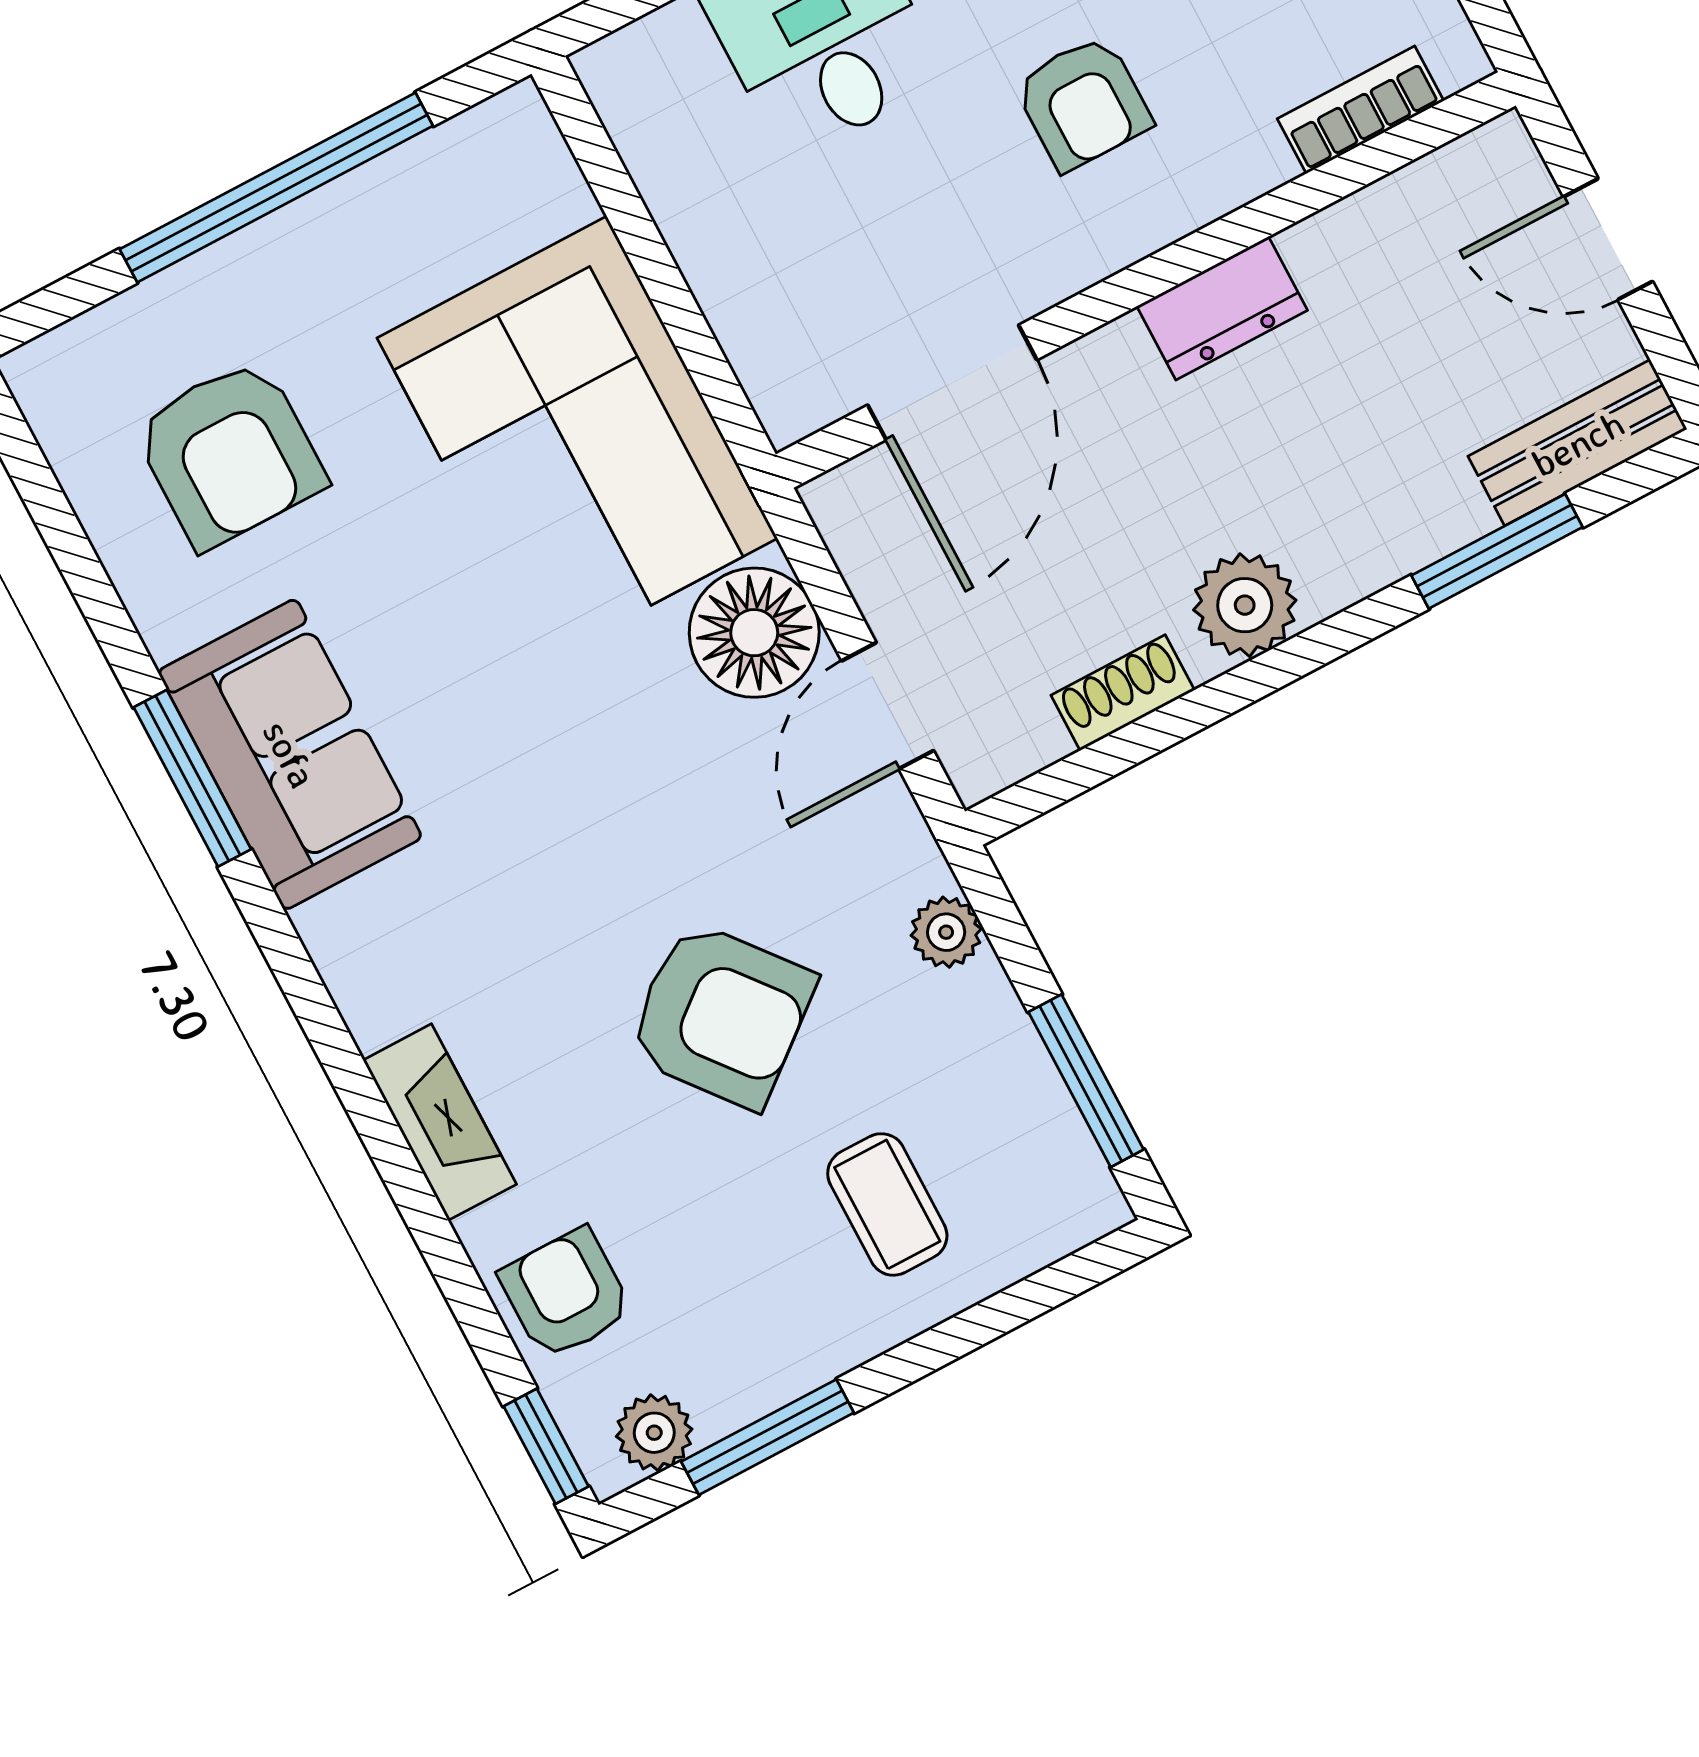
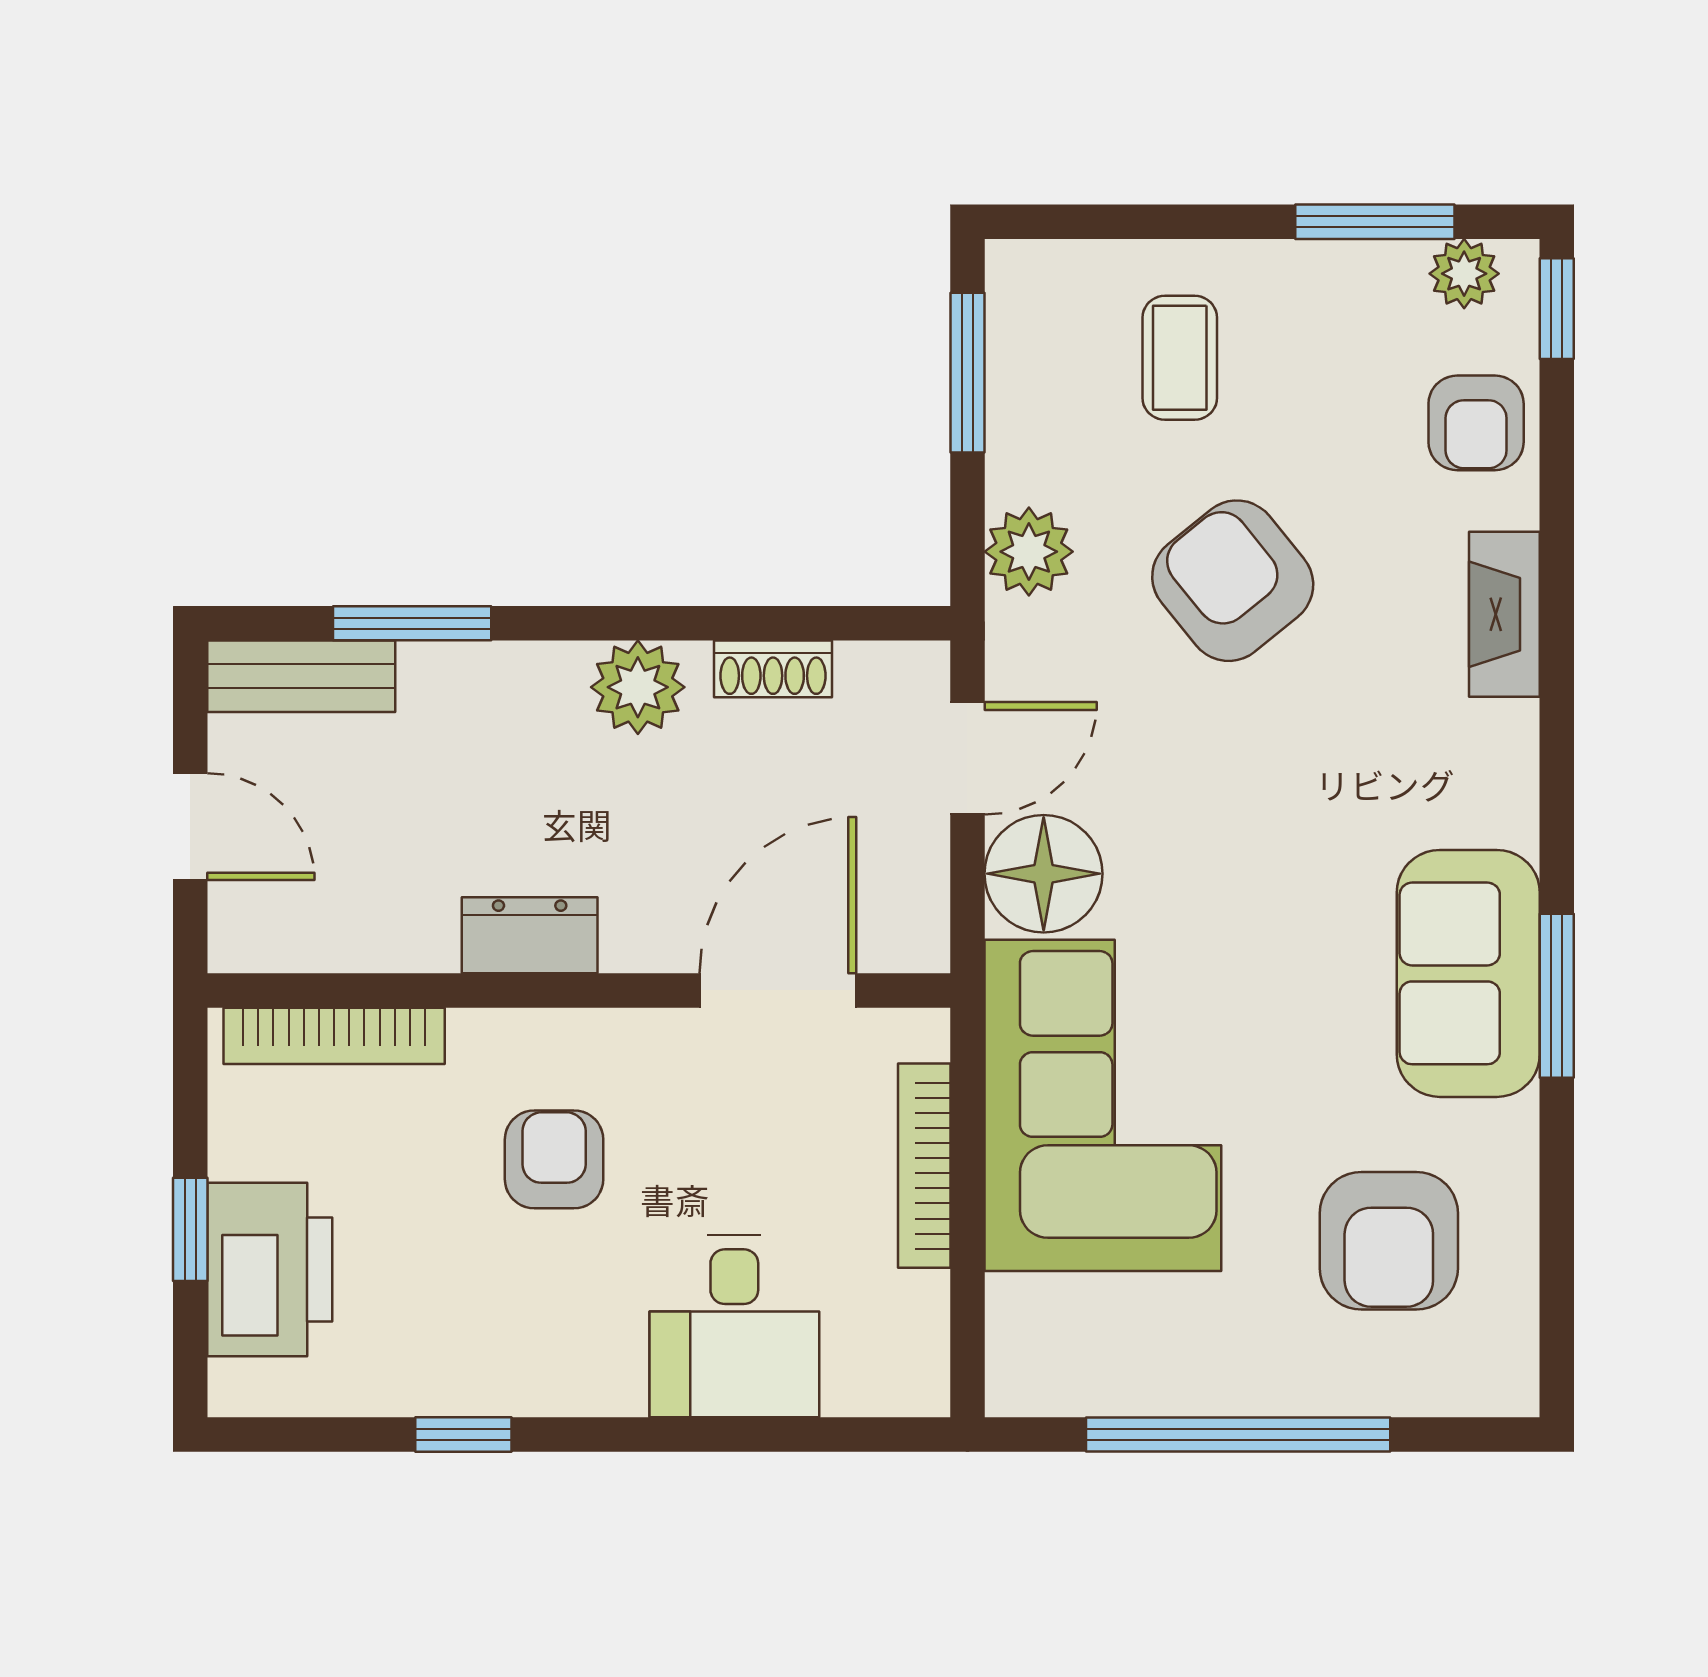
bookcase: (1361, 110) -> (334, 1036), width x1.56
bookcase: (720, 287) -> (924, 1166), added
armchair: (230, 454) -> (1389, 1241), turned 180
plant: (946, 932) -> (1029, 552), width x1.38, depth x1.38

